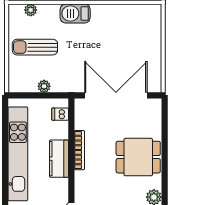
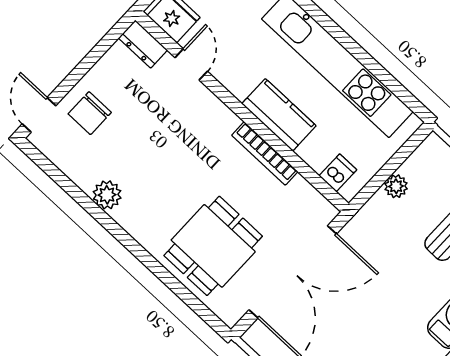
dining table: (138, 157) -> (213, 246), moved

